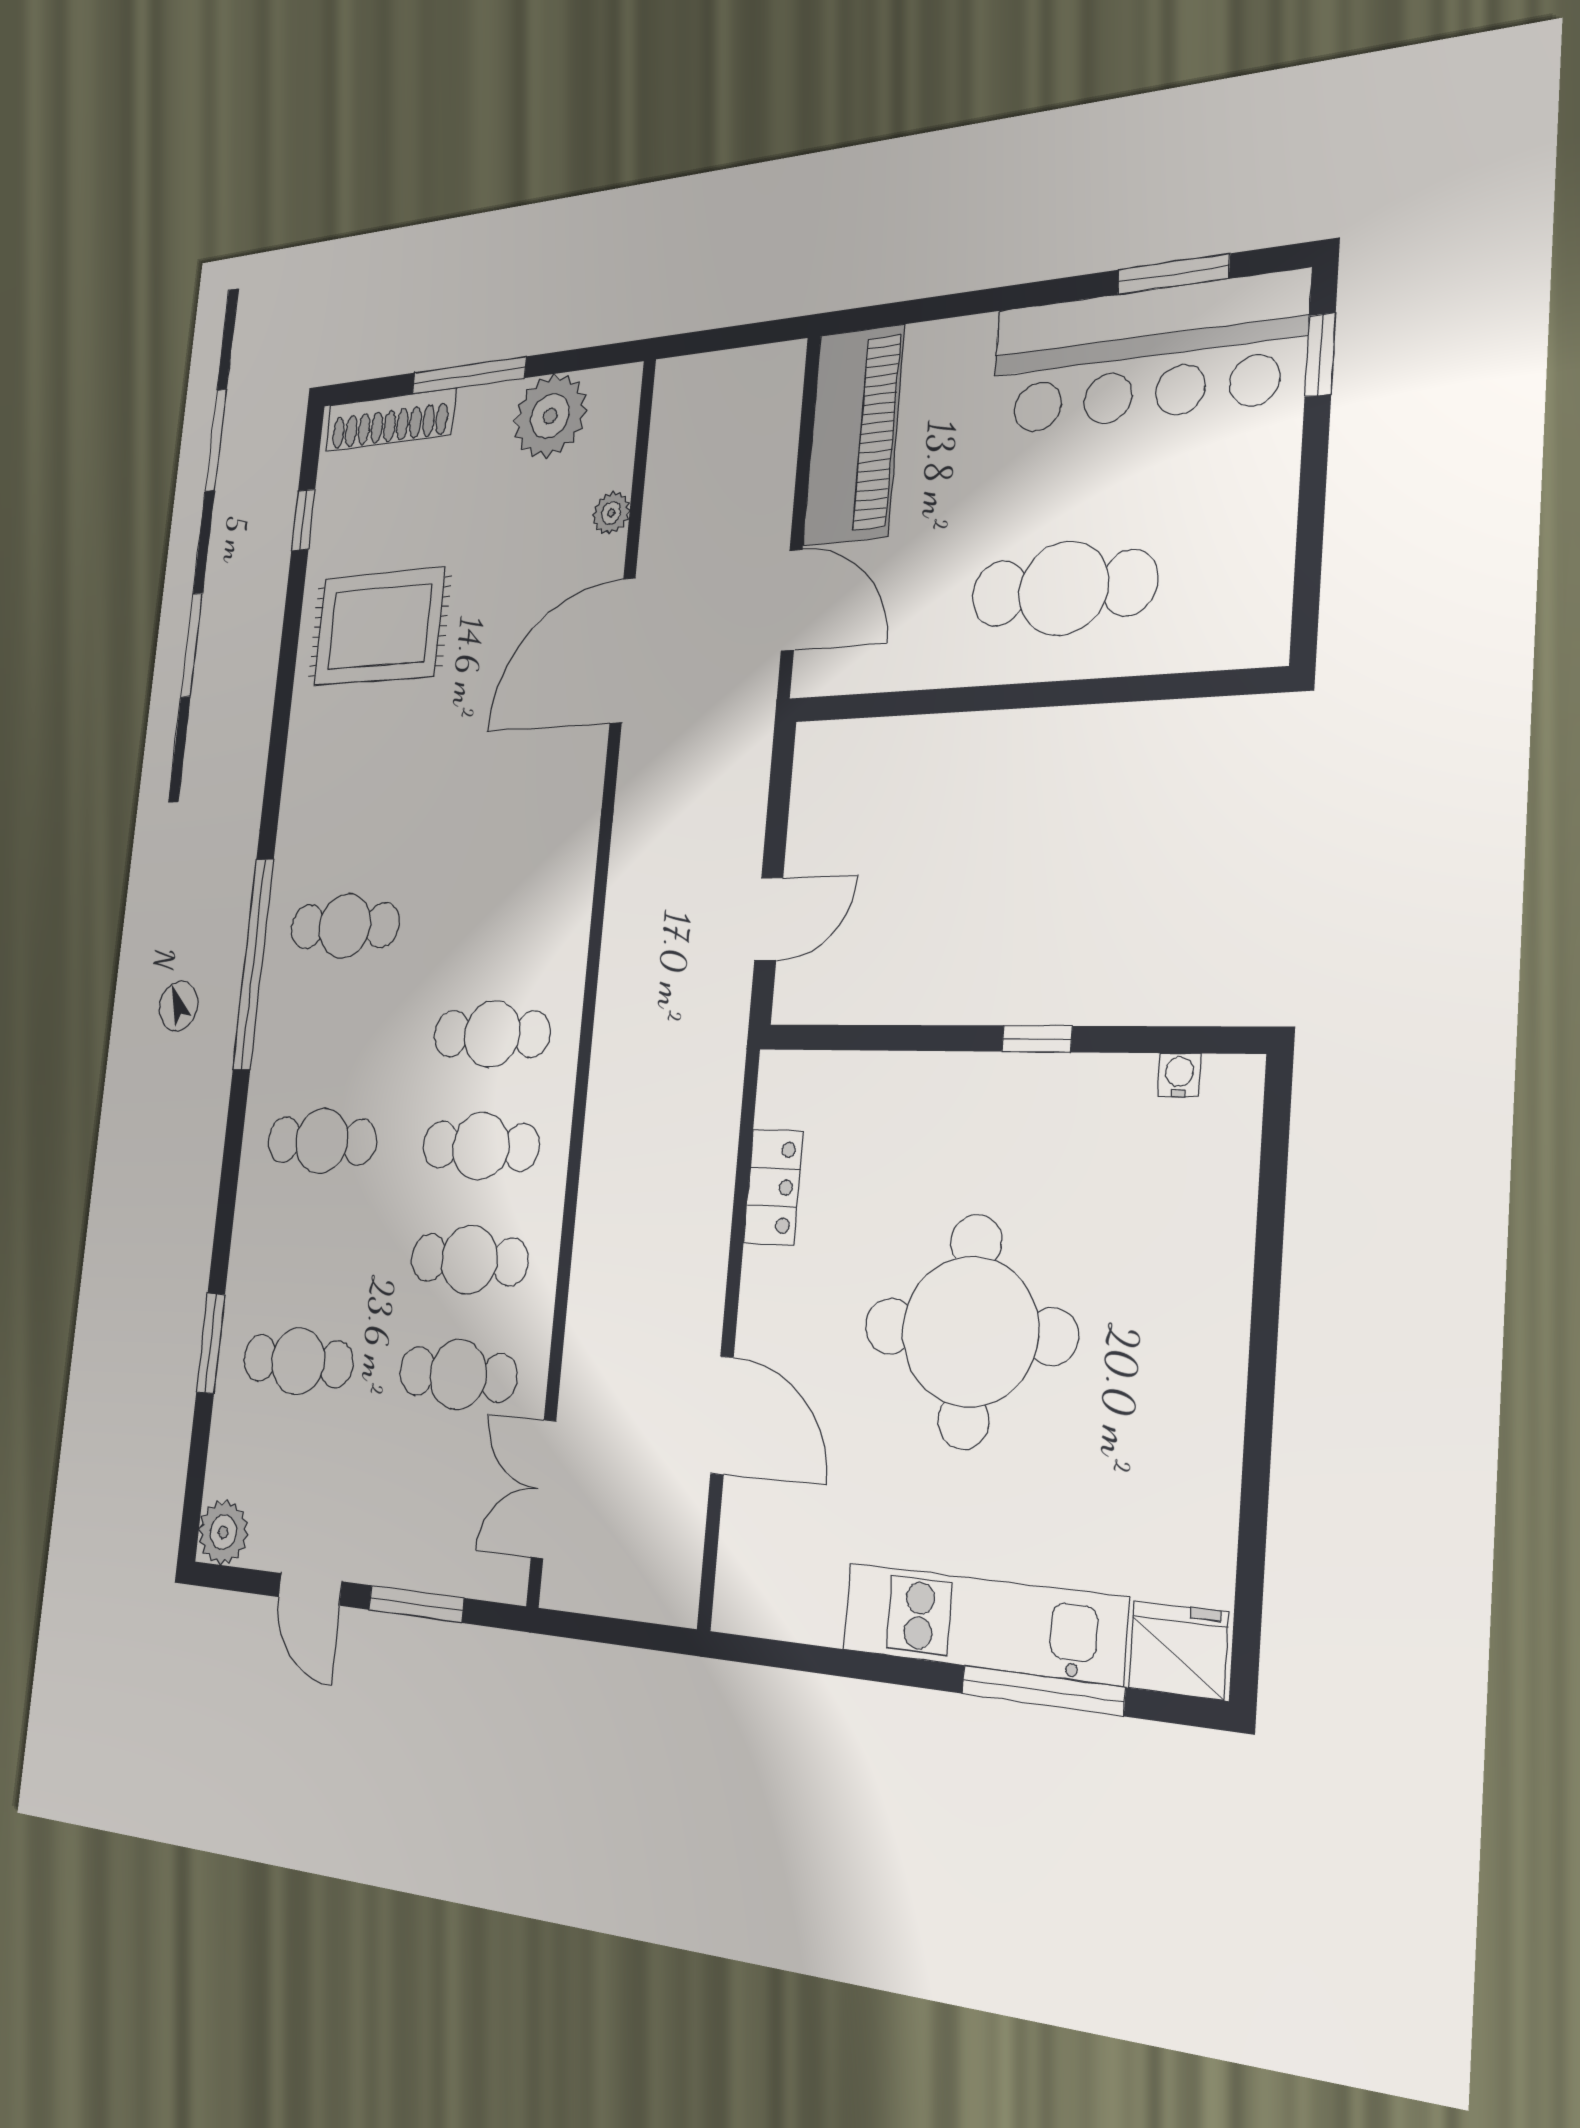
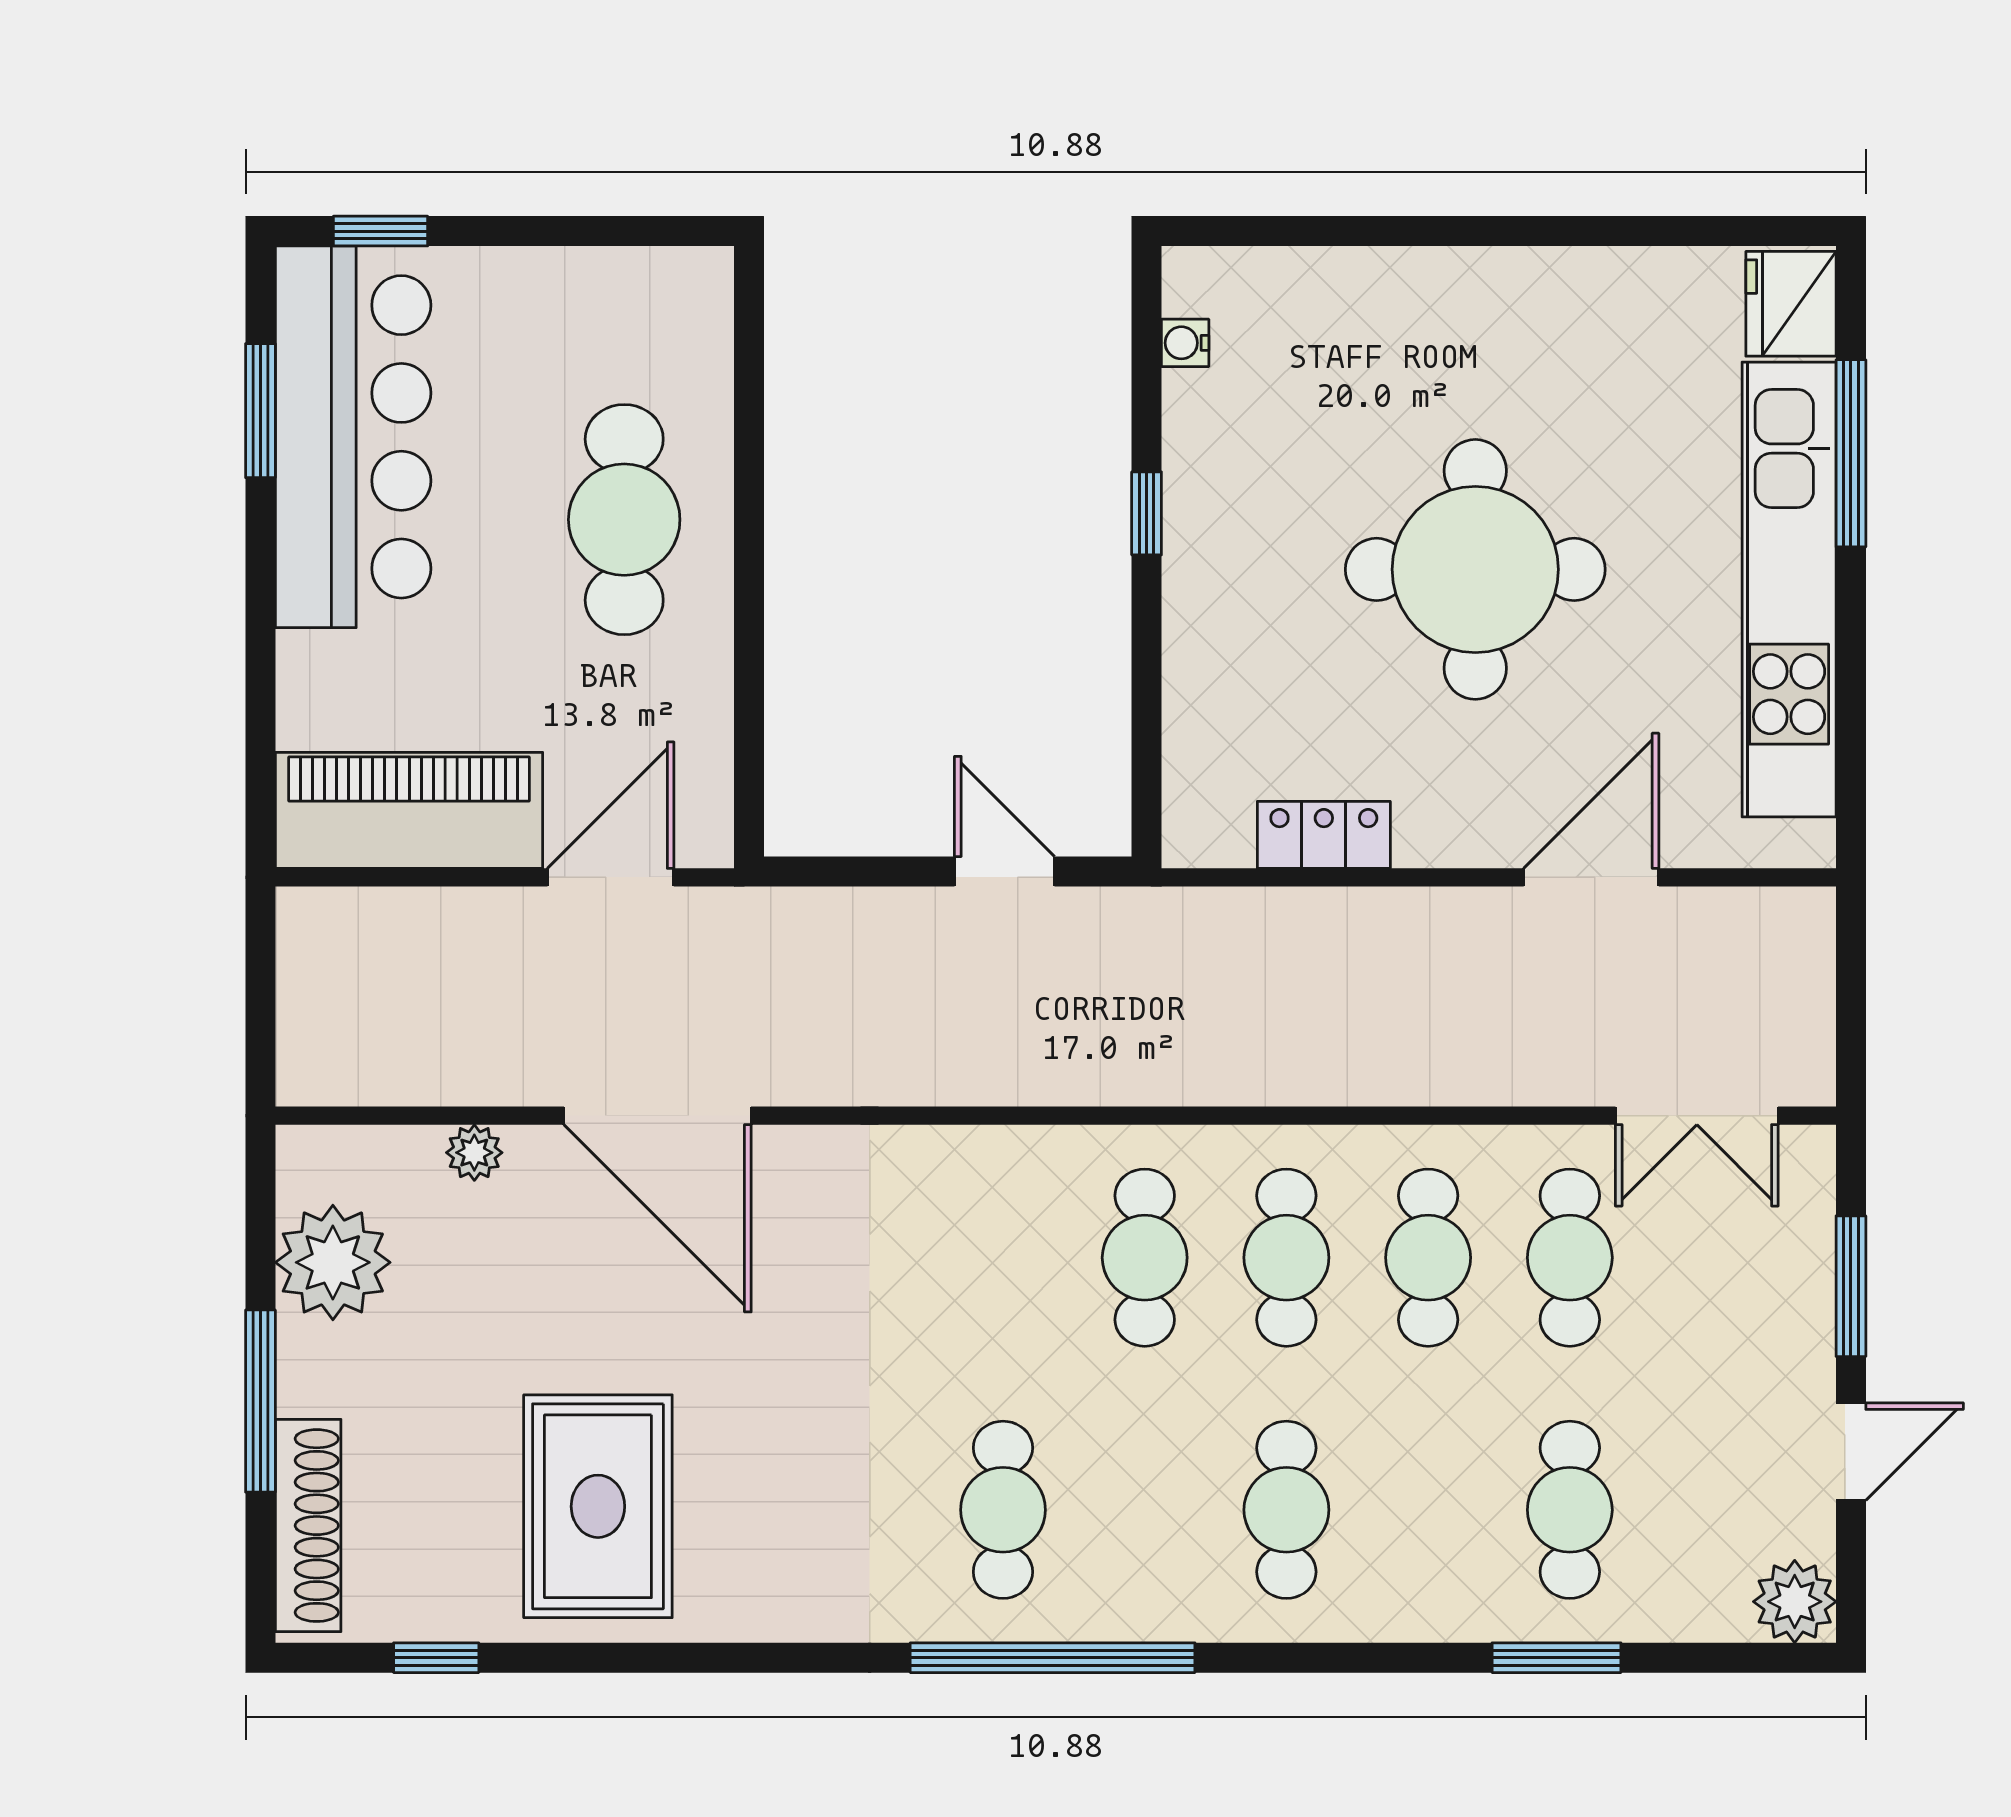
kitchen unit: (983, 1623) -> (1789, 590), width x1.36

